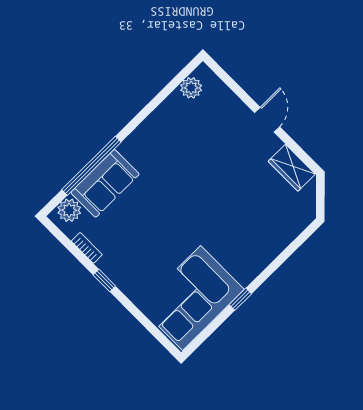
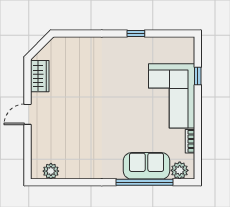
window: (104, 280) -> (198, 76), moved
corner sofa: (192, 298) -> (172, 96), moved, turned 90

